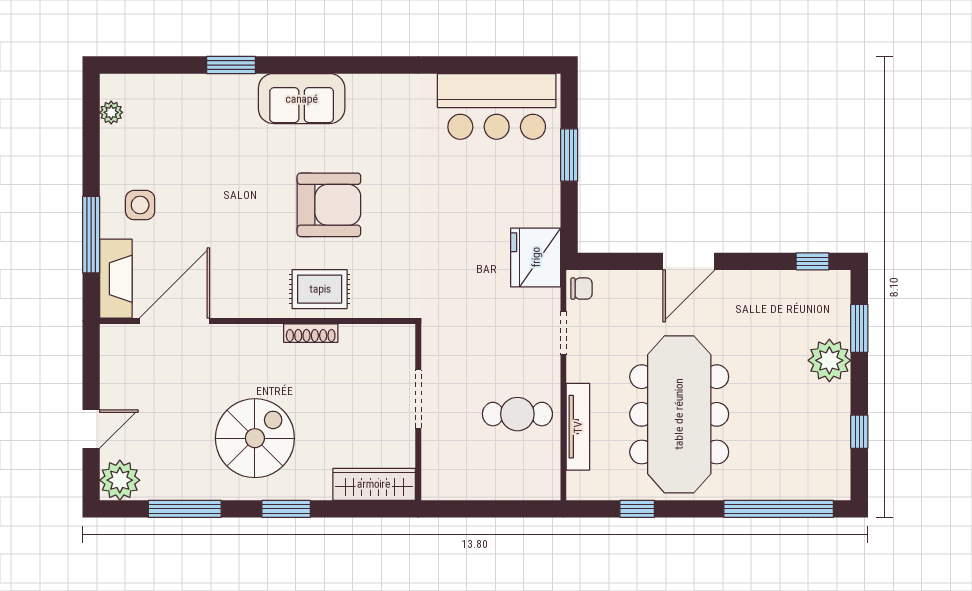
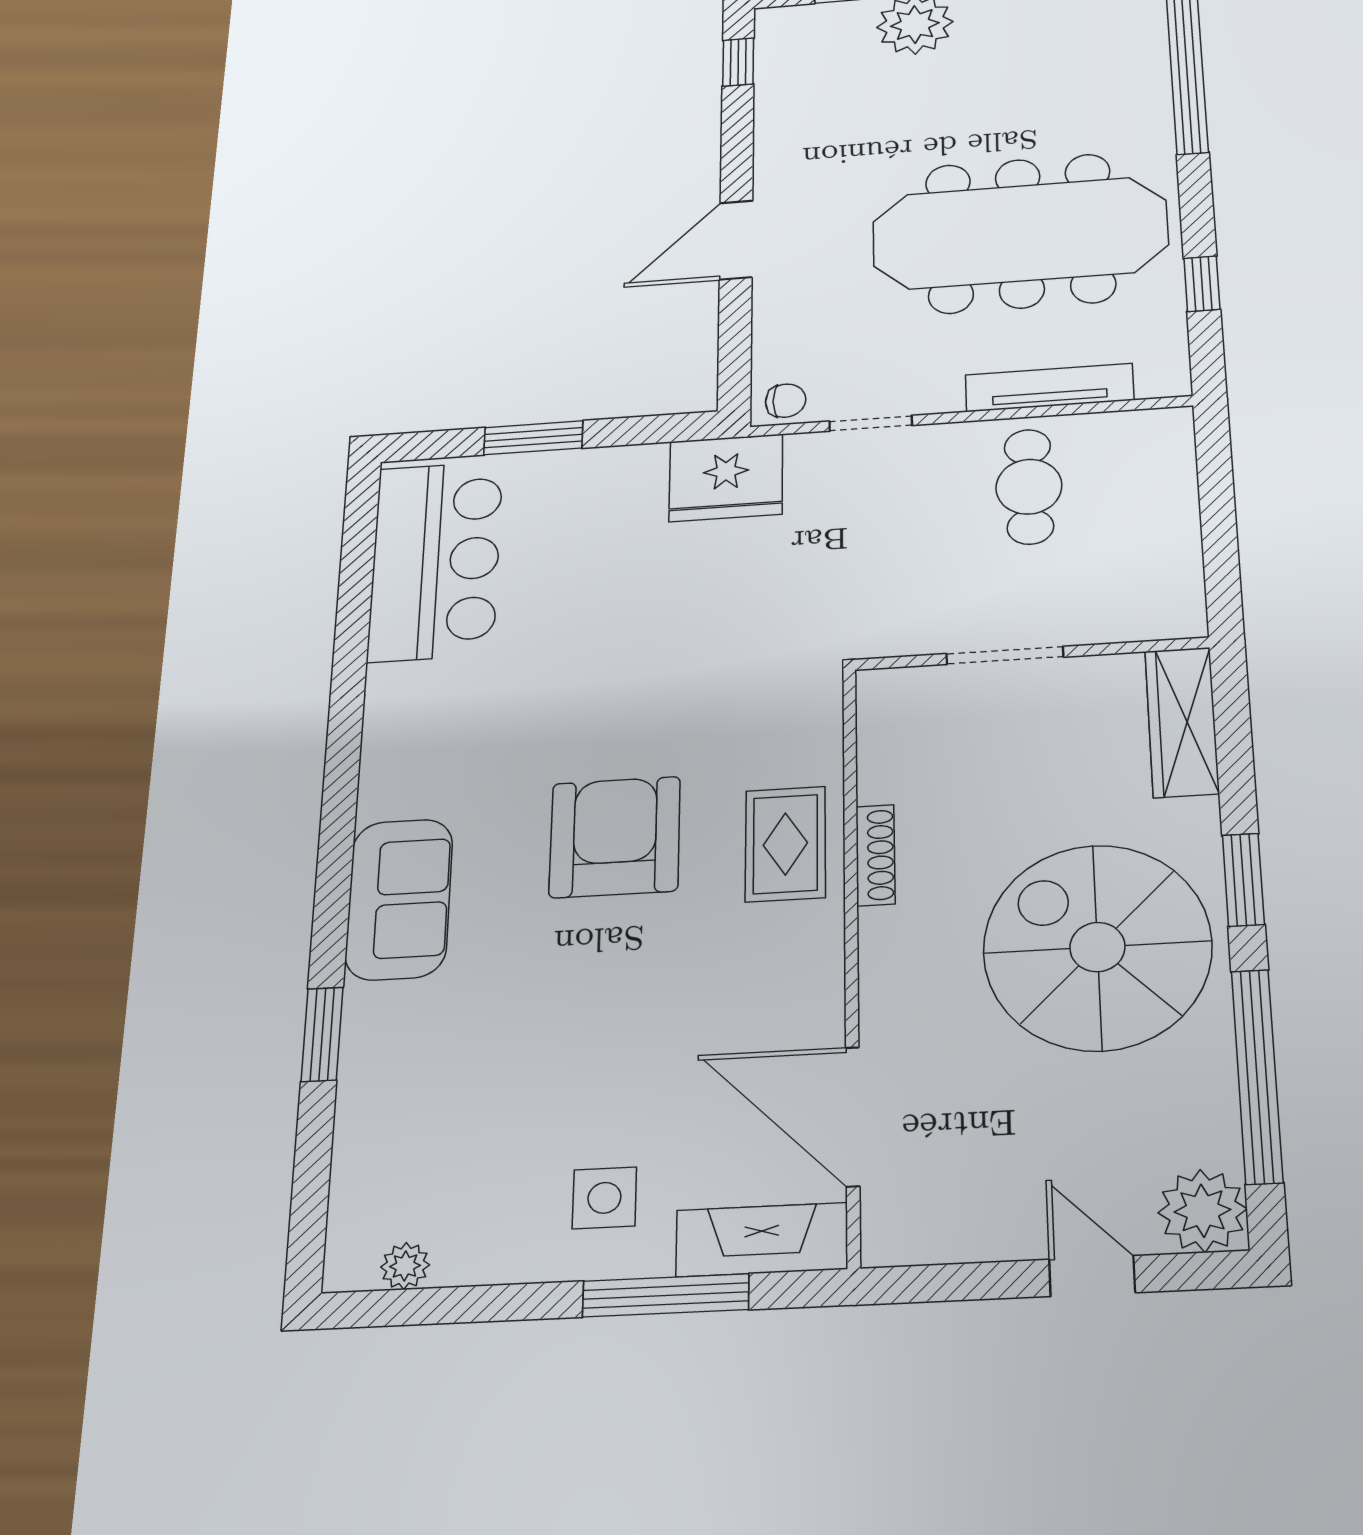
door: (689, 261) -> (736, 240), swing flipped
chair: (581, 289) -> (786, 401), turned 90
spiral stairs: (255, 438) -> (1097, 947), width x1.37, depth x1.37
window: (185, 509) -> (1257, 1076), width x1.46

